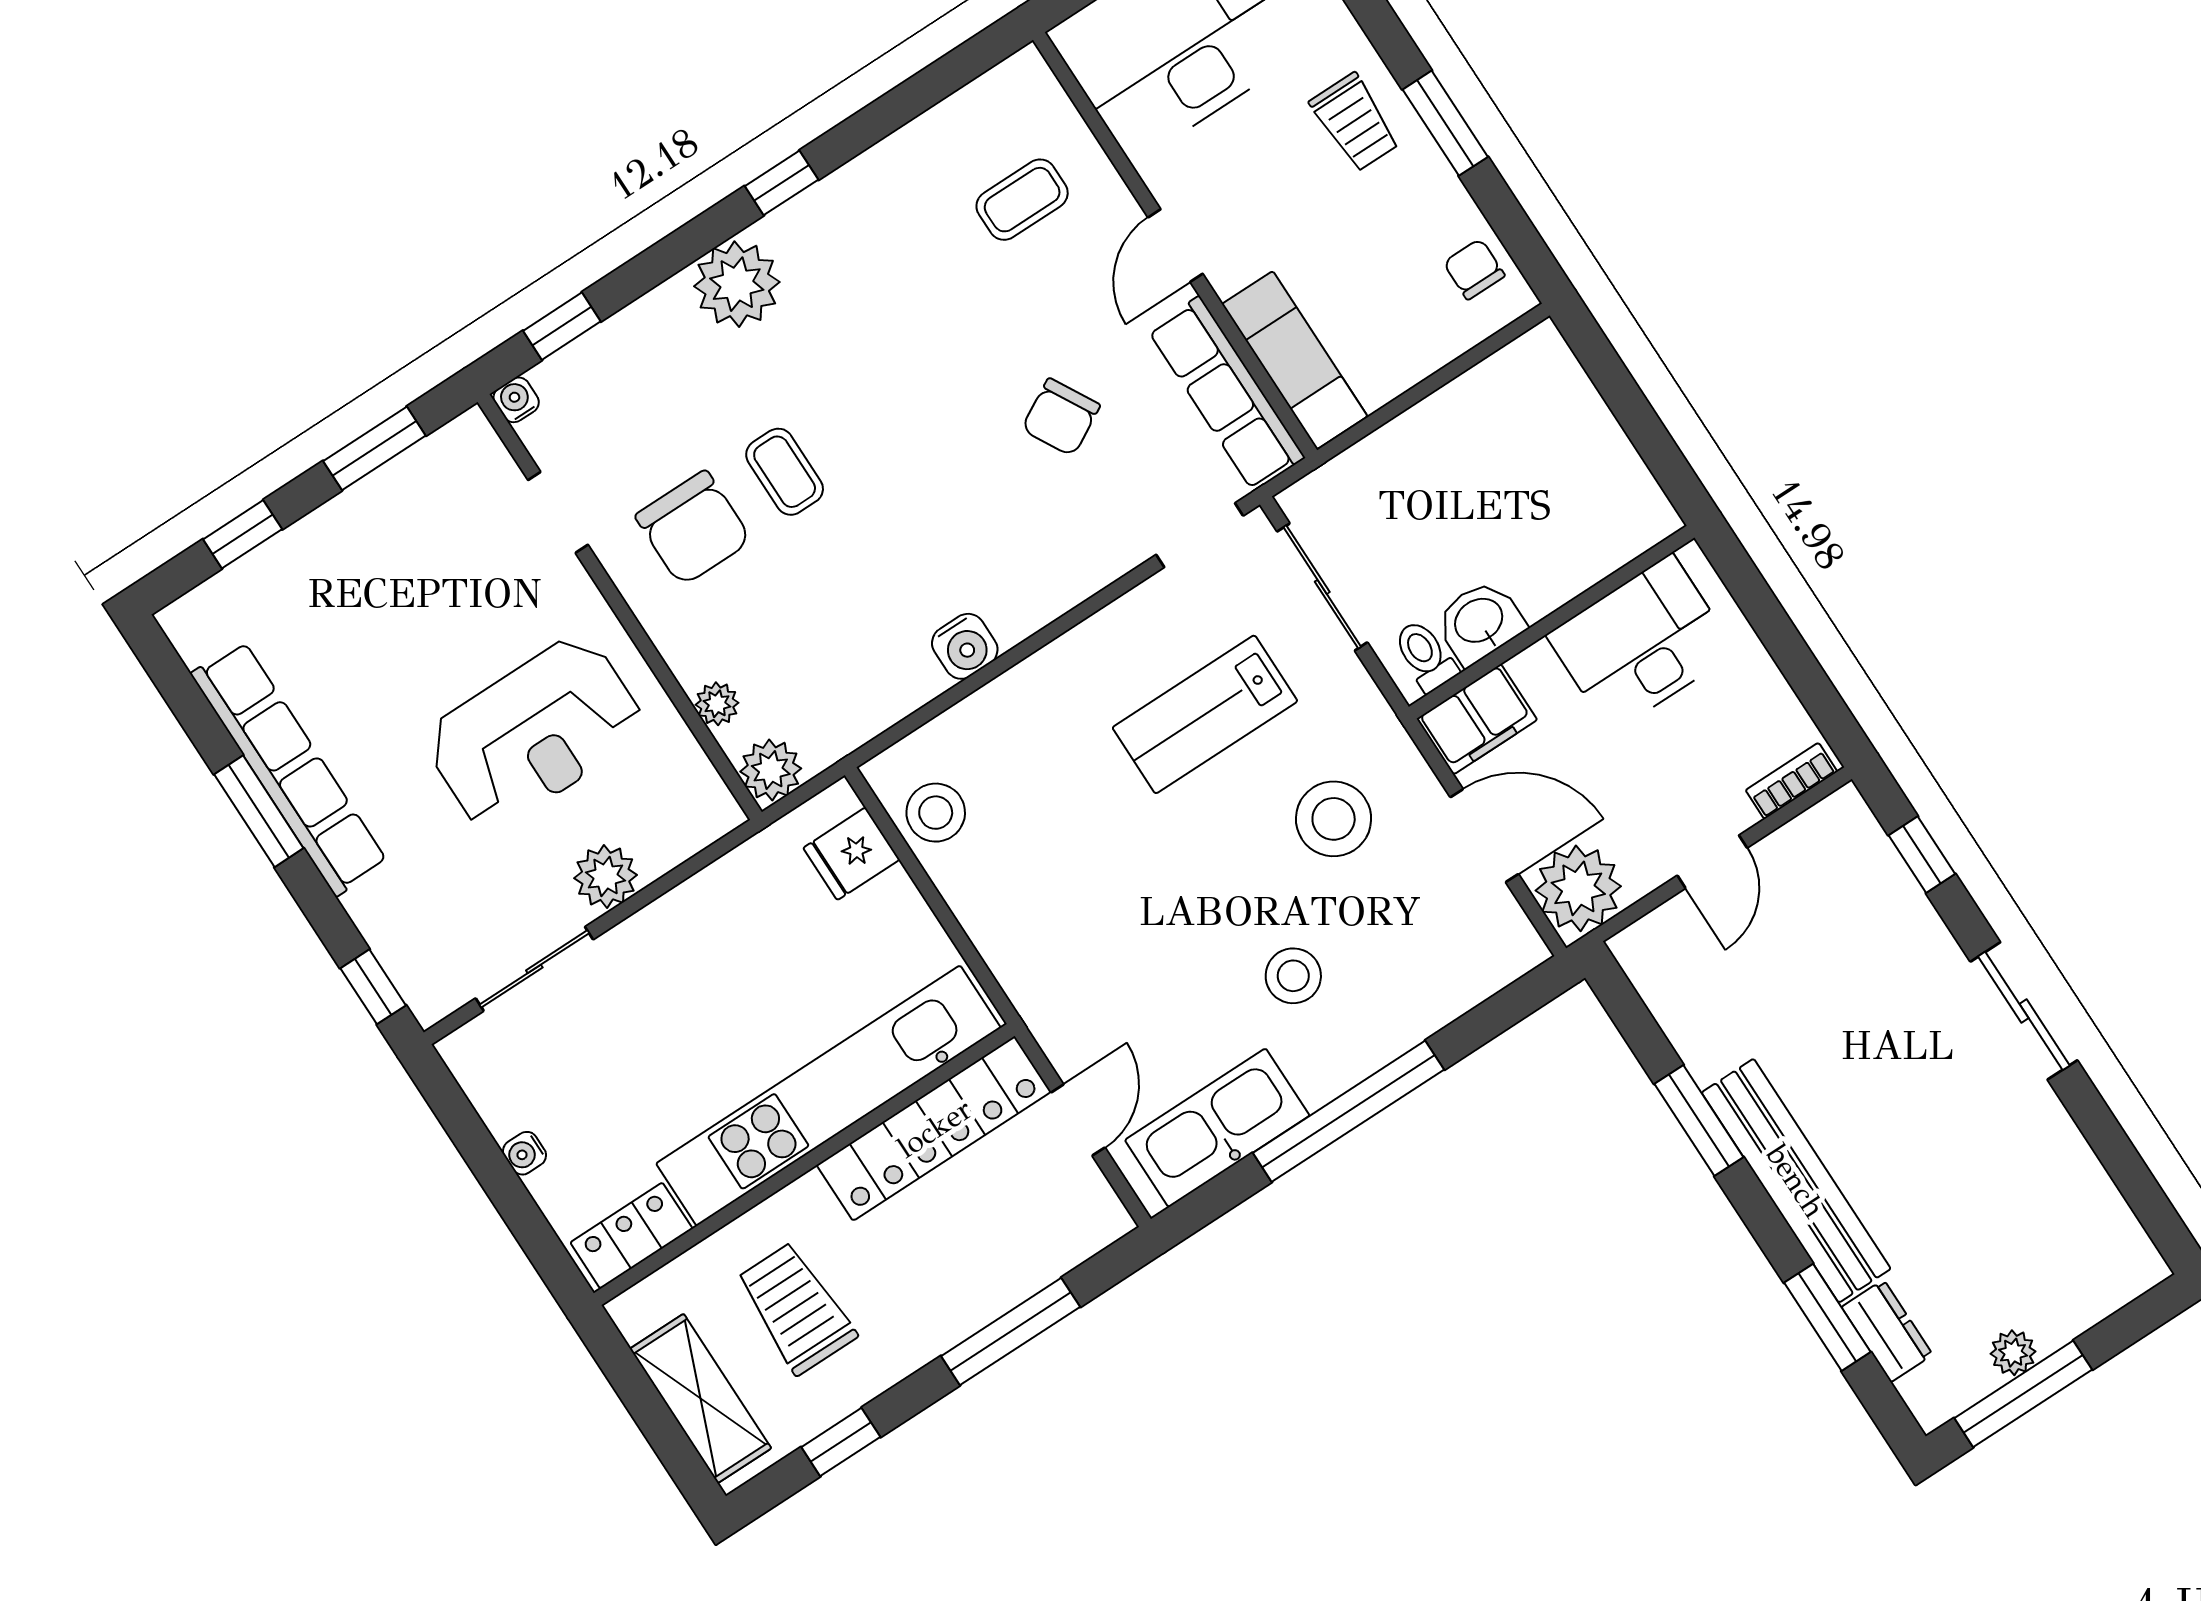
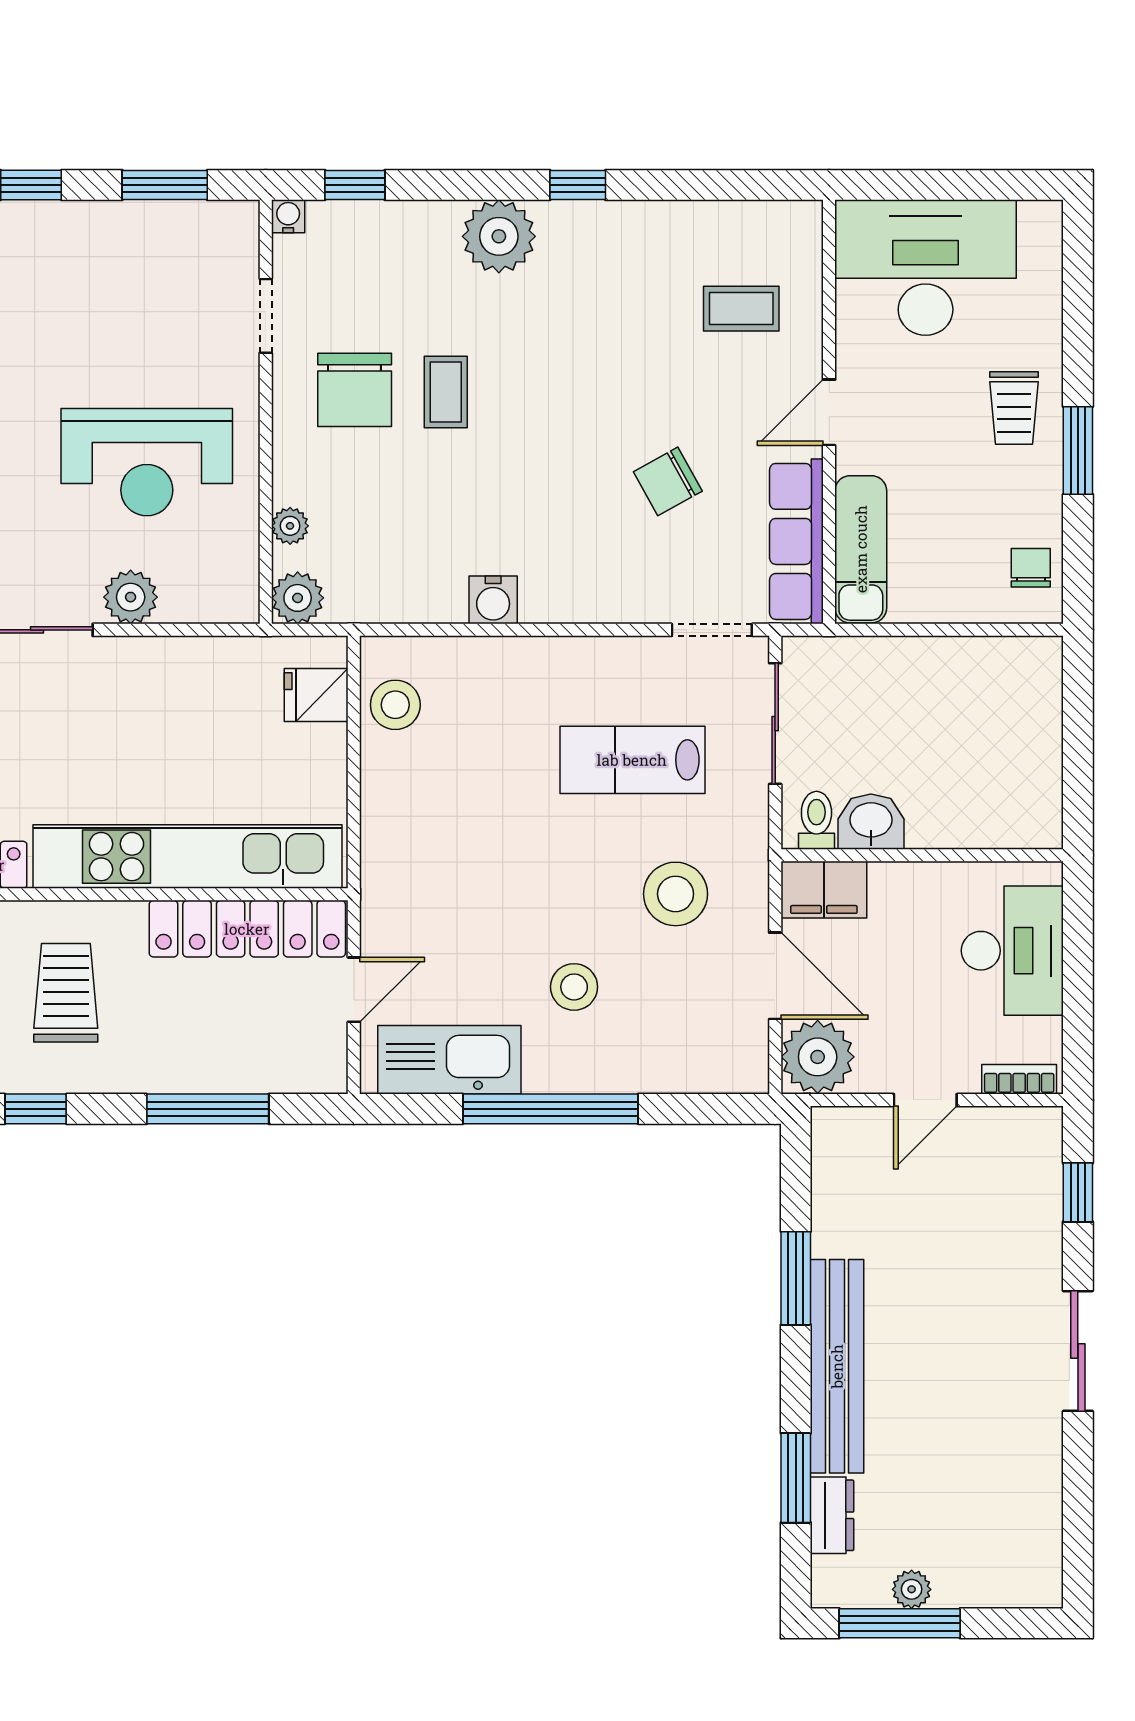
desk: (1641, 644) -> (1012, 951), moved, turned 90

